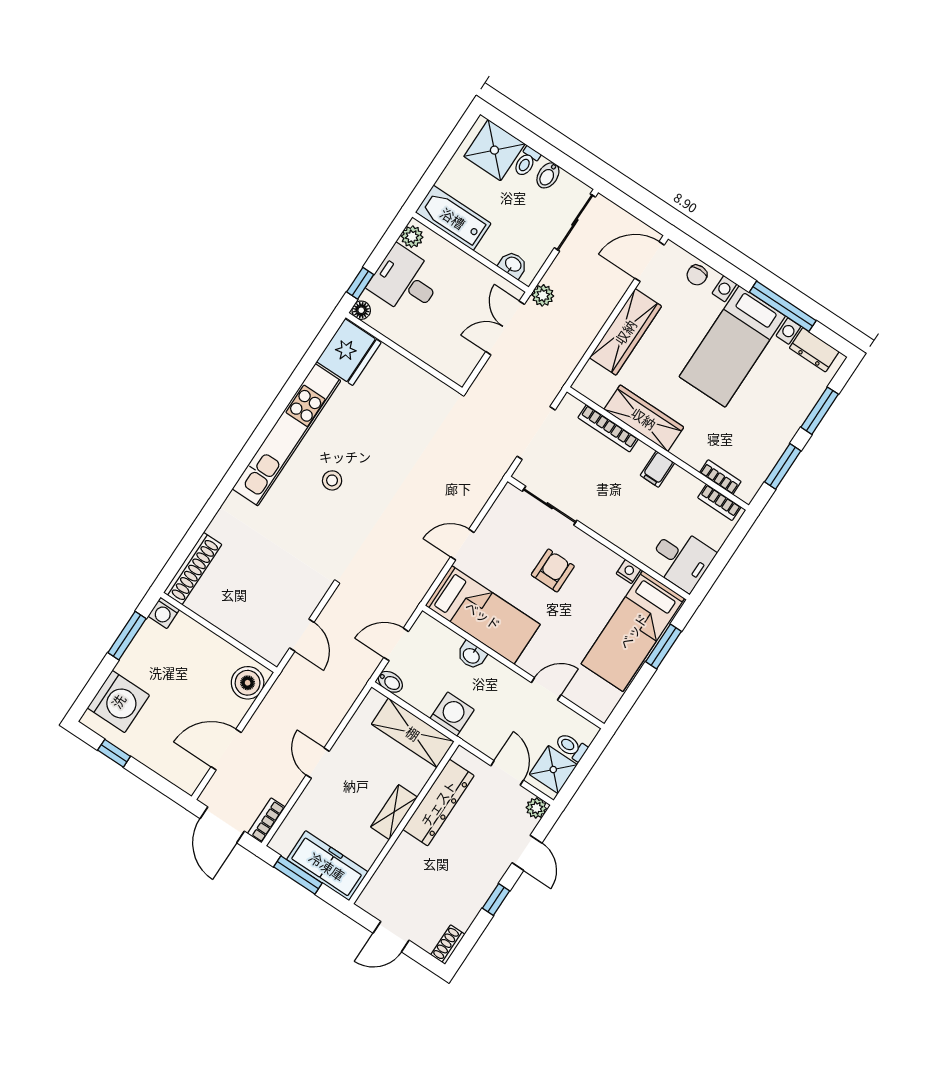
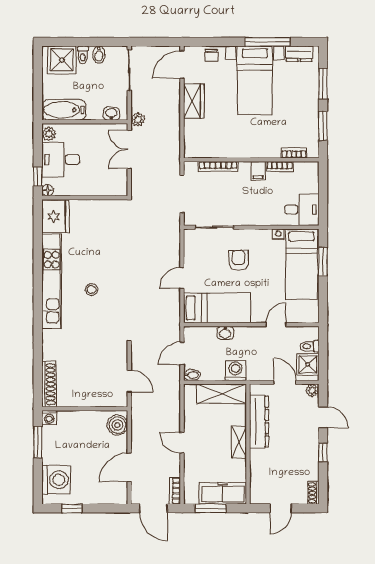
wardrobe: (625, 332) -> (194, 101), width x0.67
wardrobe: (644, 418) -> (233, 149), removed
bookcase: (719, 502) -> (280, 167), moved

